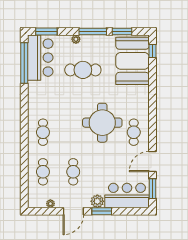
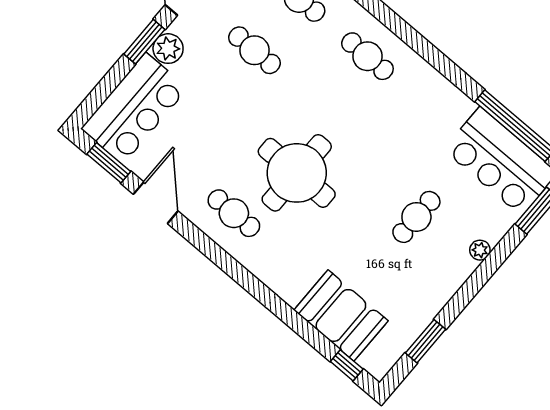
window: (93, 31) -> (468, 291), removed
booth: (133, 61) -> (341, 315), width x0.73, depth x0.70
cafe table: (83, 70) -> (416, 217), width x0.73, depth x0.74

